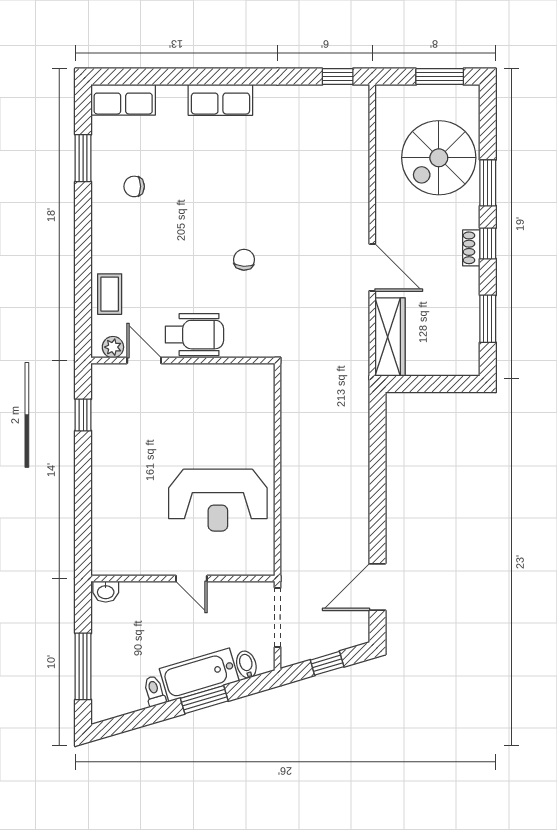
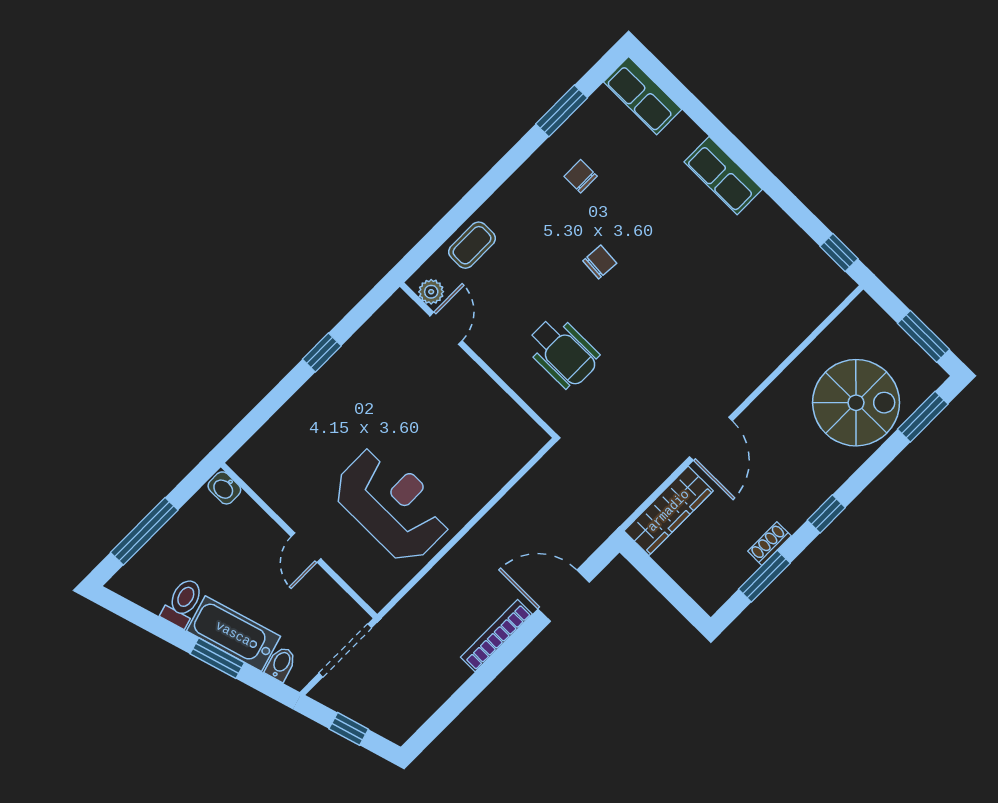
spiral stairs: (439, 158) -> (856, 403), turned 180
window: (488, 183) -> (923, 417), moved
shoe rack: (471, 248) -> (769, 544), moved
chair: (244, 260) -> (600, 262), moved
wheelchair: (194, 335) -> (563, 352), moved
window: (83, 415) -> (322, 352), moved
reception desk: (218, 500) -> (392, 504), turned 180
bookcase: (361, 517) -> (496, 636), added
door: (377, 587) -> (564, 596), moved
toilet: (154, 691) -> (183, 603), width x1.37, depth x1.39

